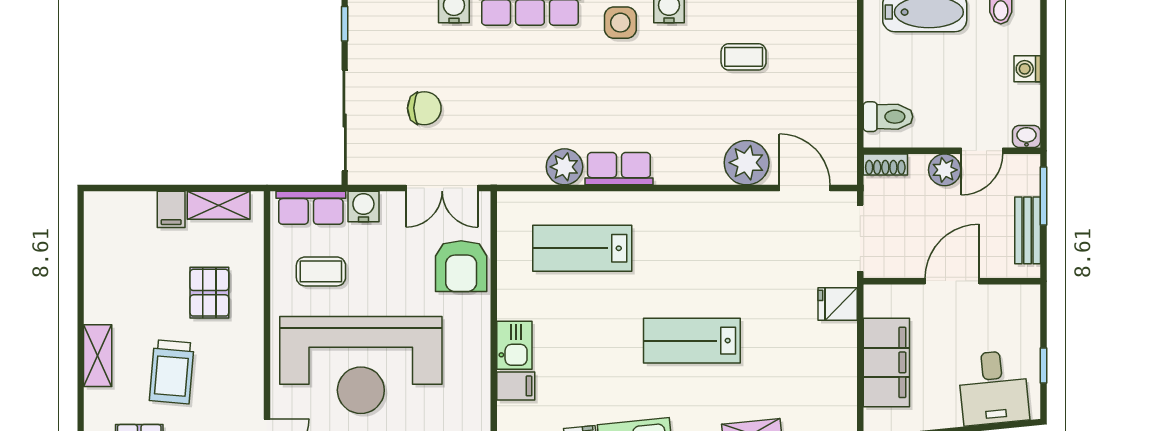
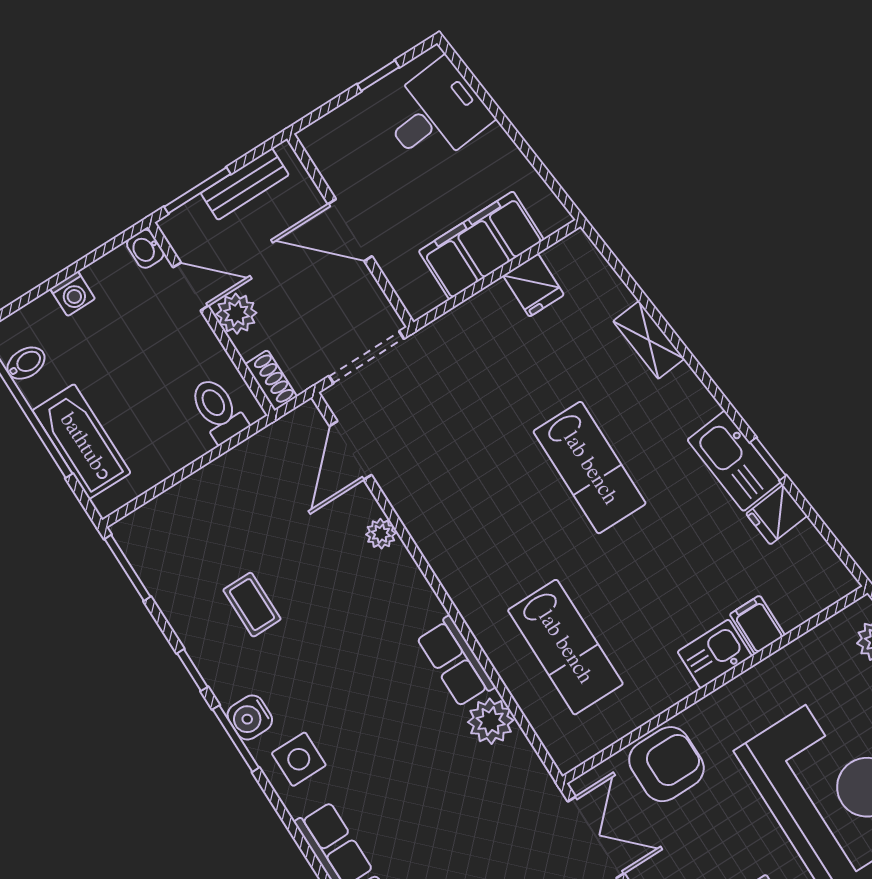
plant: (747, 163) -> (381, 534), width x0.53, depth x0.53
fridge: (838, 304) -> (534, 285), moved

